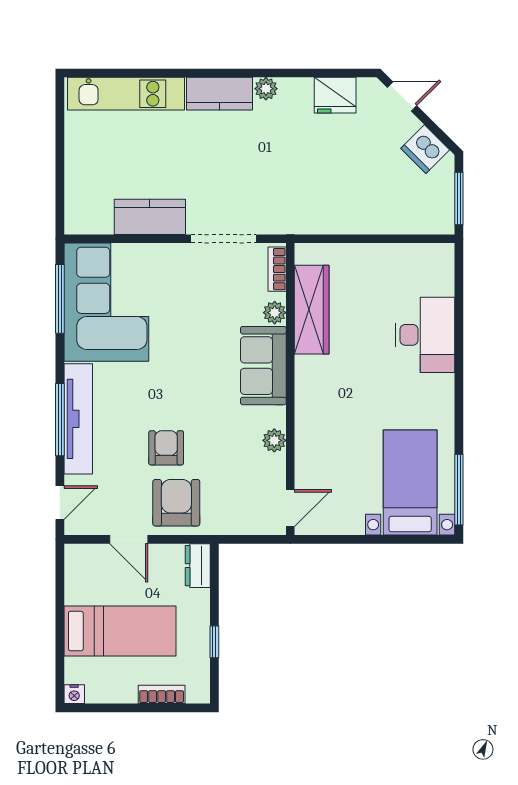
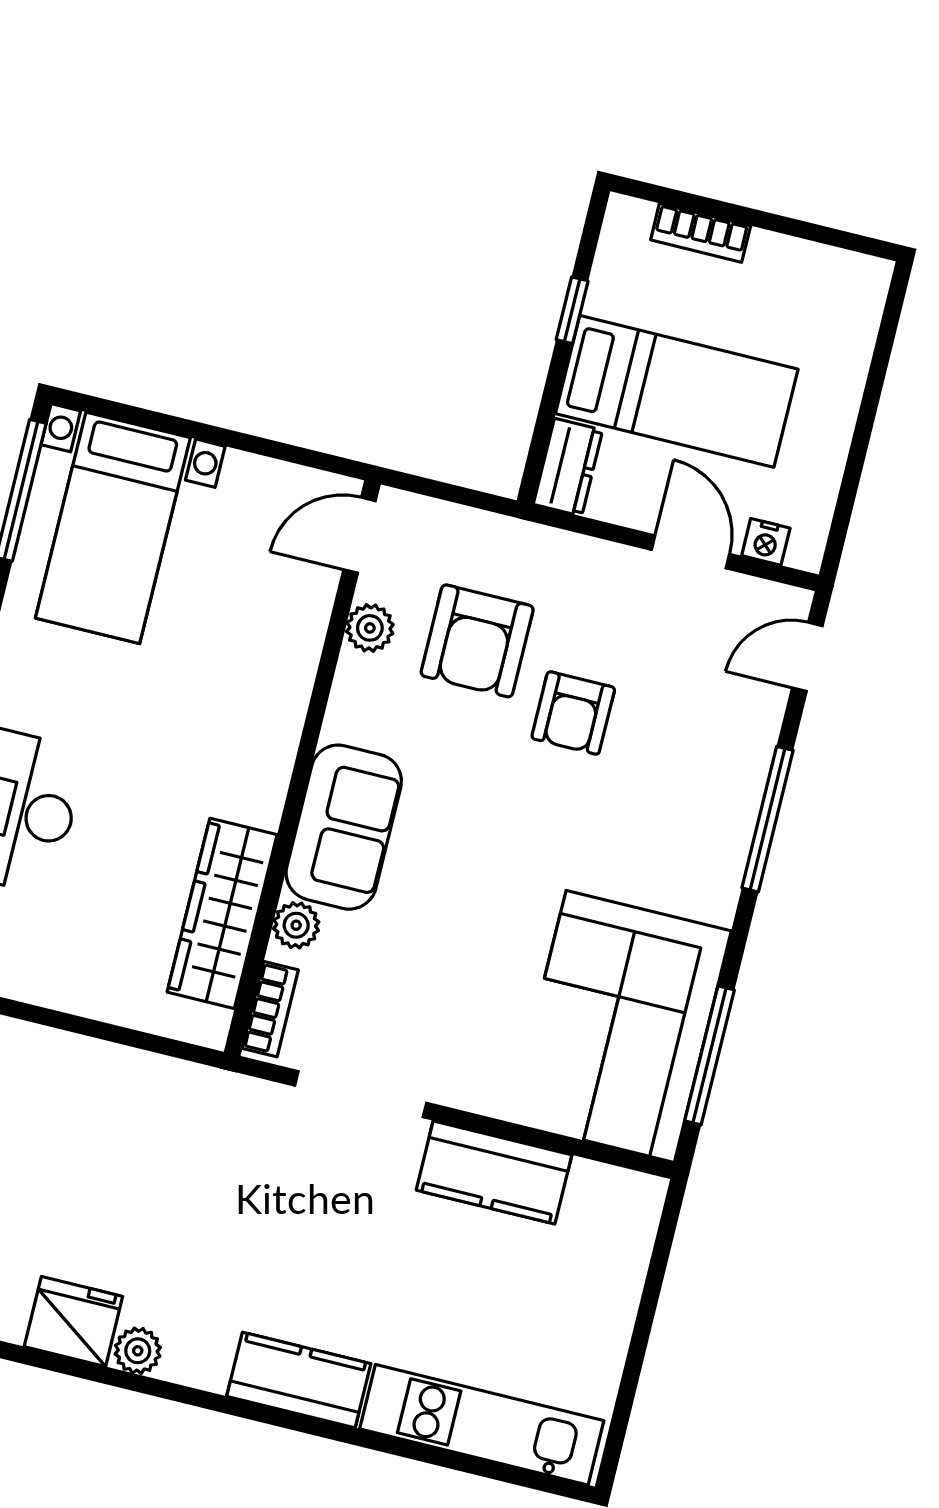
plant: (266, 89) -> (138, 1351), moved
tv unit: (78, 419) -> (731, 812), removed
plant: (274, 440) -> (370, 628), moved
armchair: (176, 503) -> (477, 641), moved
bed: (120, 631) -> (677, 391), moved, turned 180
nightstand: (74, 694) -> (766, 542), moved, turned 180

